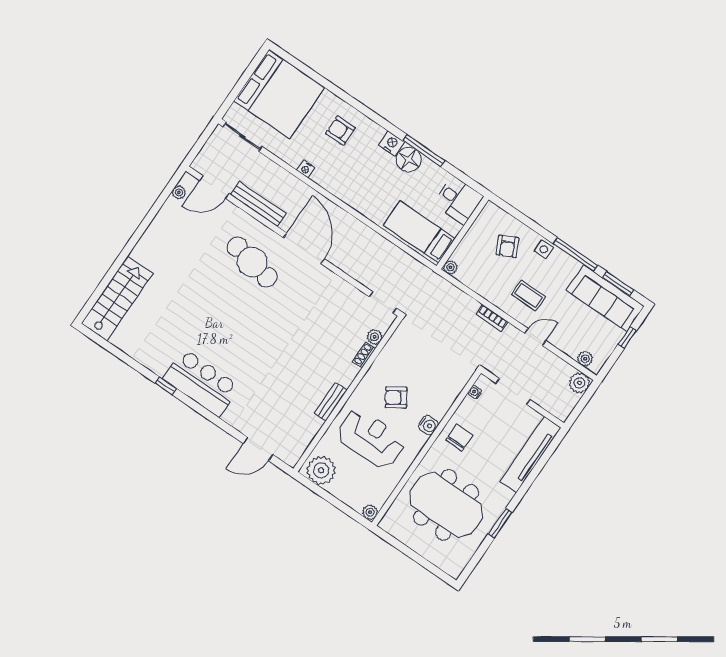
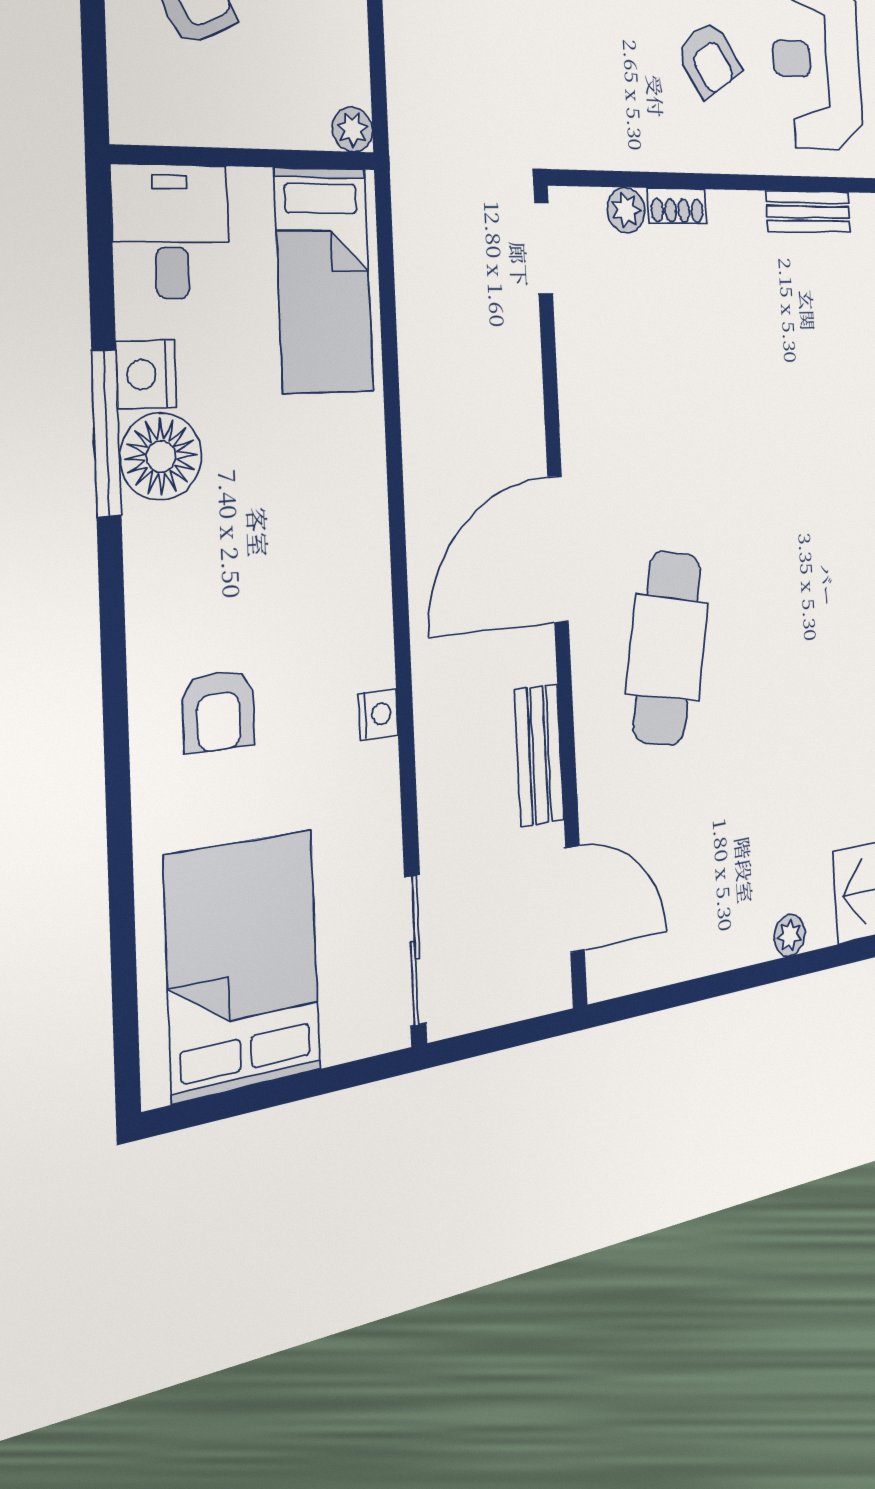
bed: (279, 94) -> (243, 964), width x0.73
nightstand: (391, 143) -> (146, 374), moved
plant: (179, 192) -> (790, 935), moved
bench: (258, 204) -> (539, 755), width x0.73

